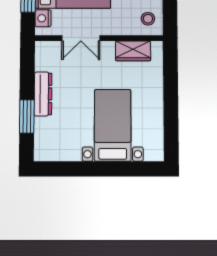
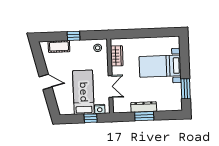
window: (27, 116) -> (144, 116), moved
window: (71, 169) -> (186, 89), added

